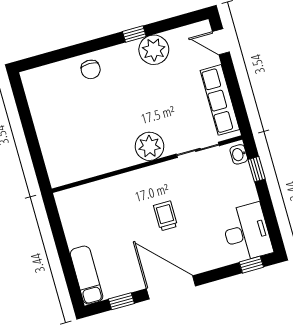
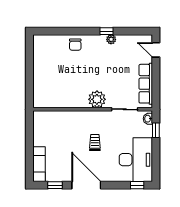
plant: (154, 50) -> (111, 39), width x0.53, depth x0.53
desk: (247, 232) -> (136, 160), width x1.36, depth x1.30

